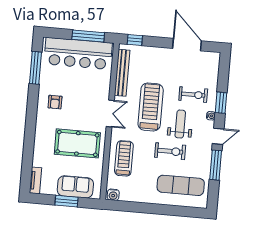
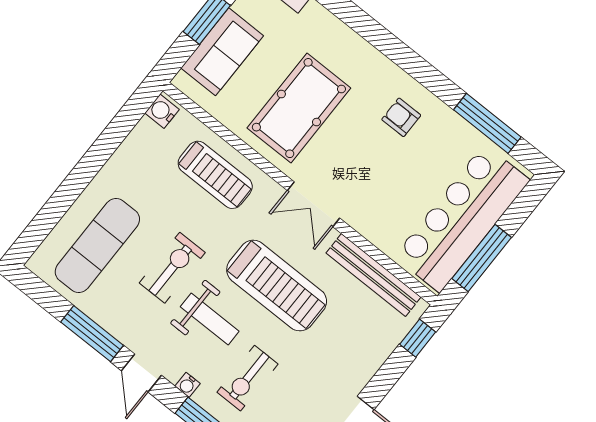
exercise bike: (170, 151) -> (172, 268), turned 180

